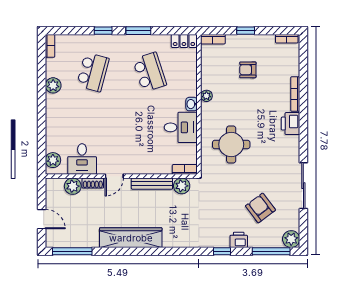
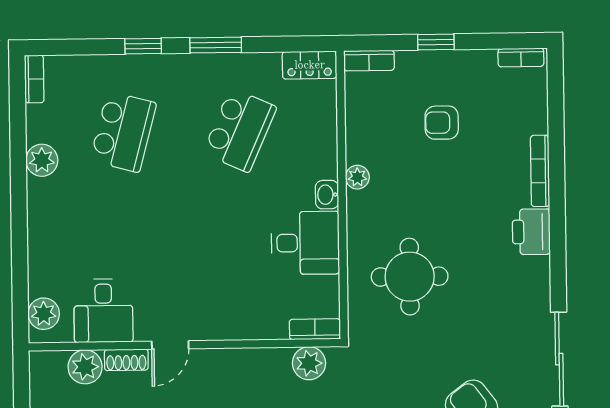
school desk: (150, 72) -> (240, 130), turned 42
bench: (152, 184) -> (248, 359), removed

